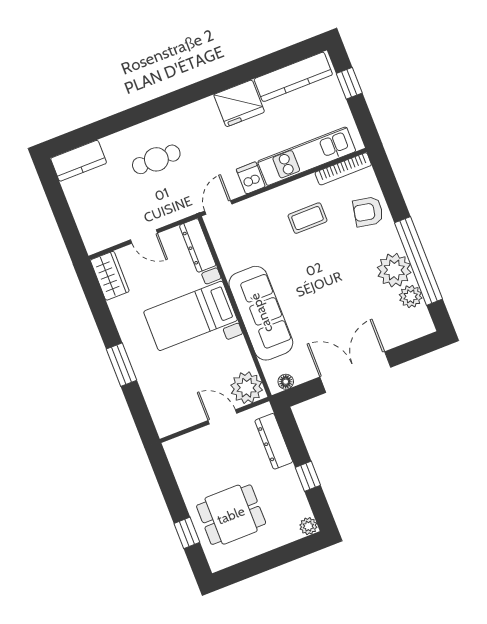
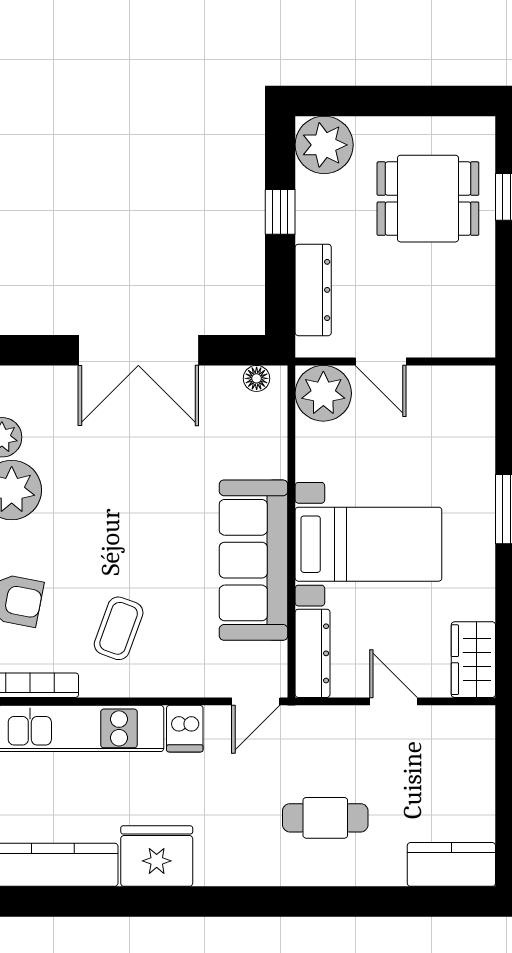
coffee table: (308, 218) -> (119, 628), turned -70
sofa: (261, 313) -> (254, 560), moved
plant: (308, 526) -> (324, 145), width x1.88, depth x1.88

